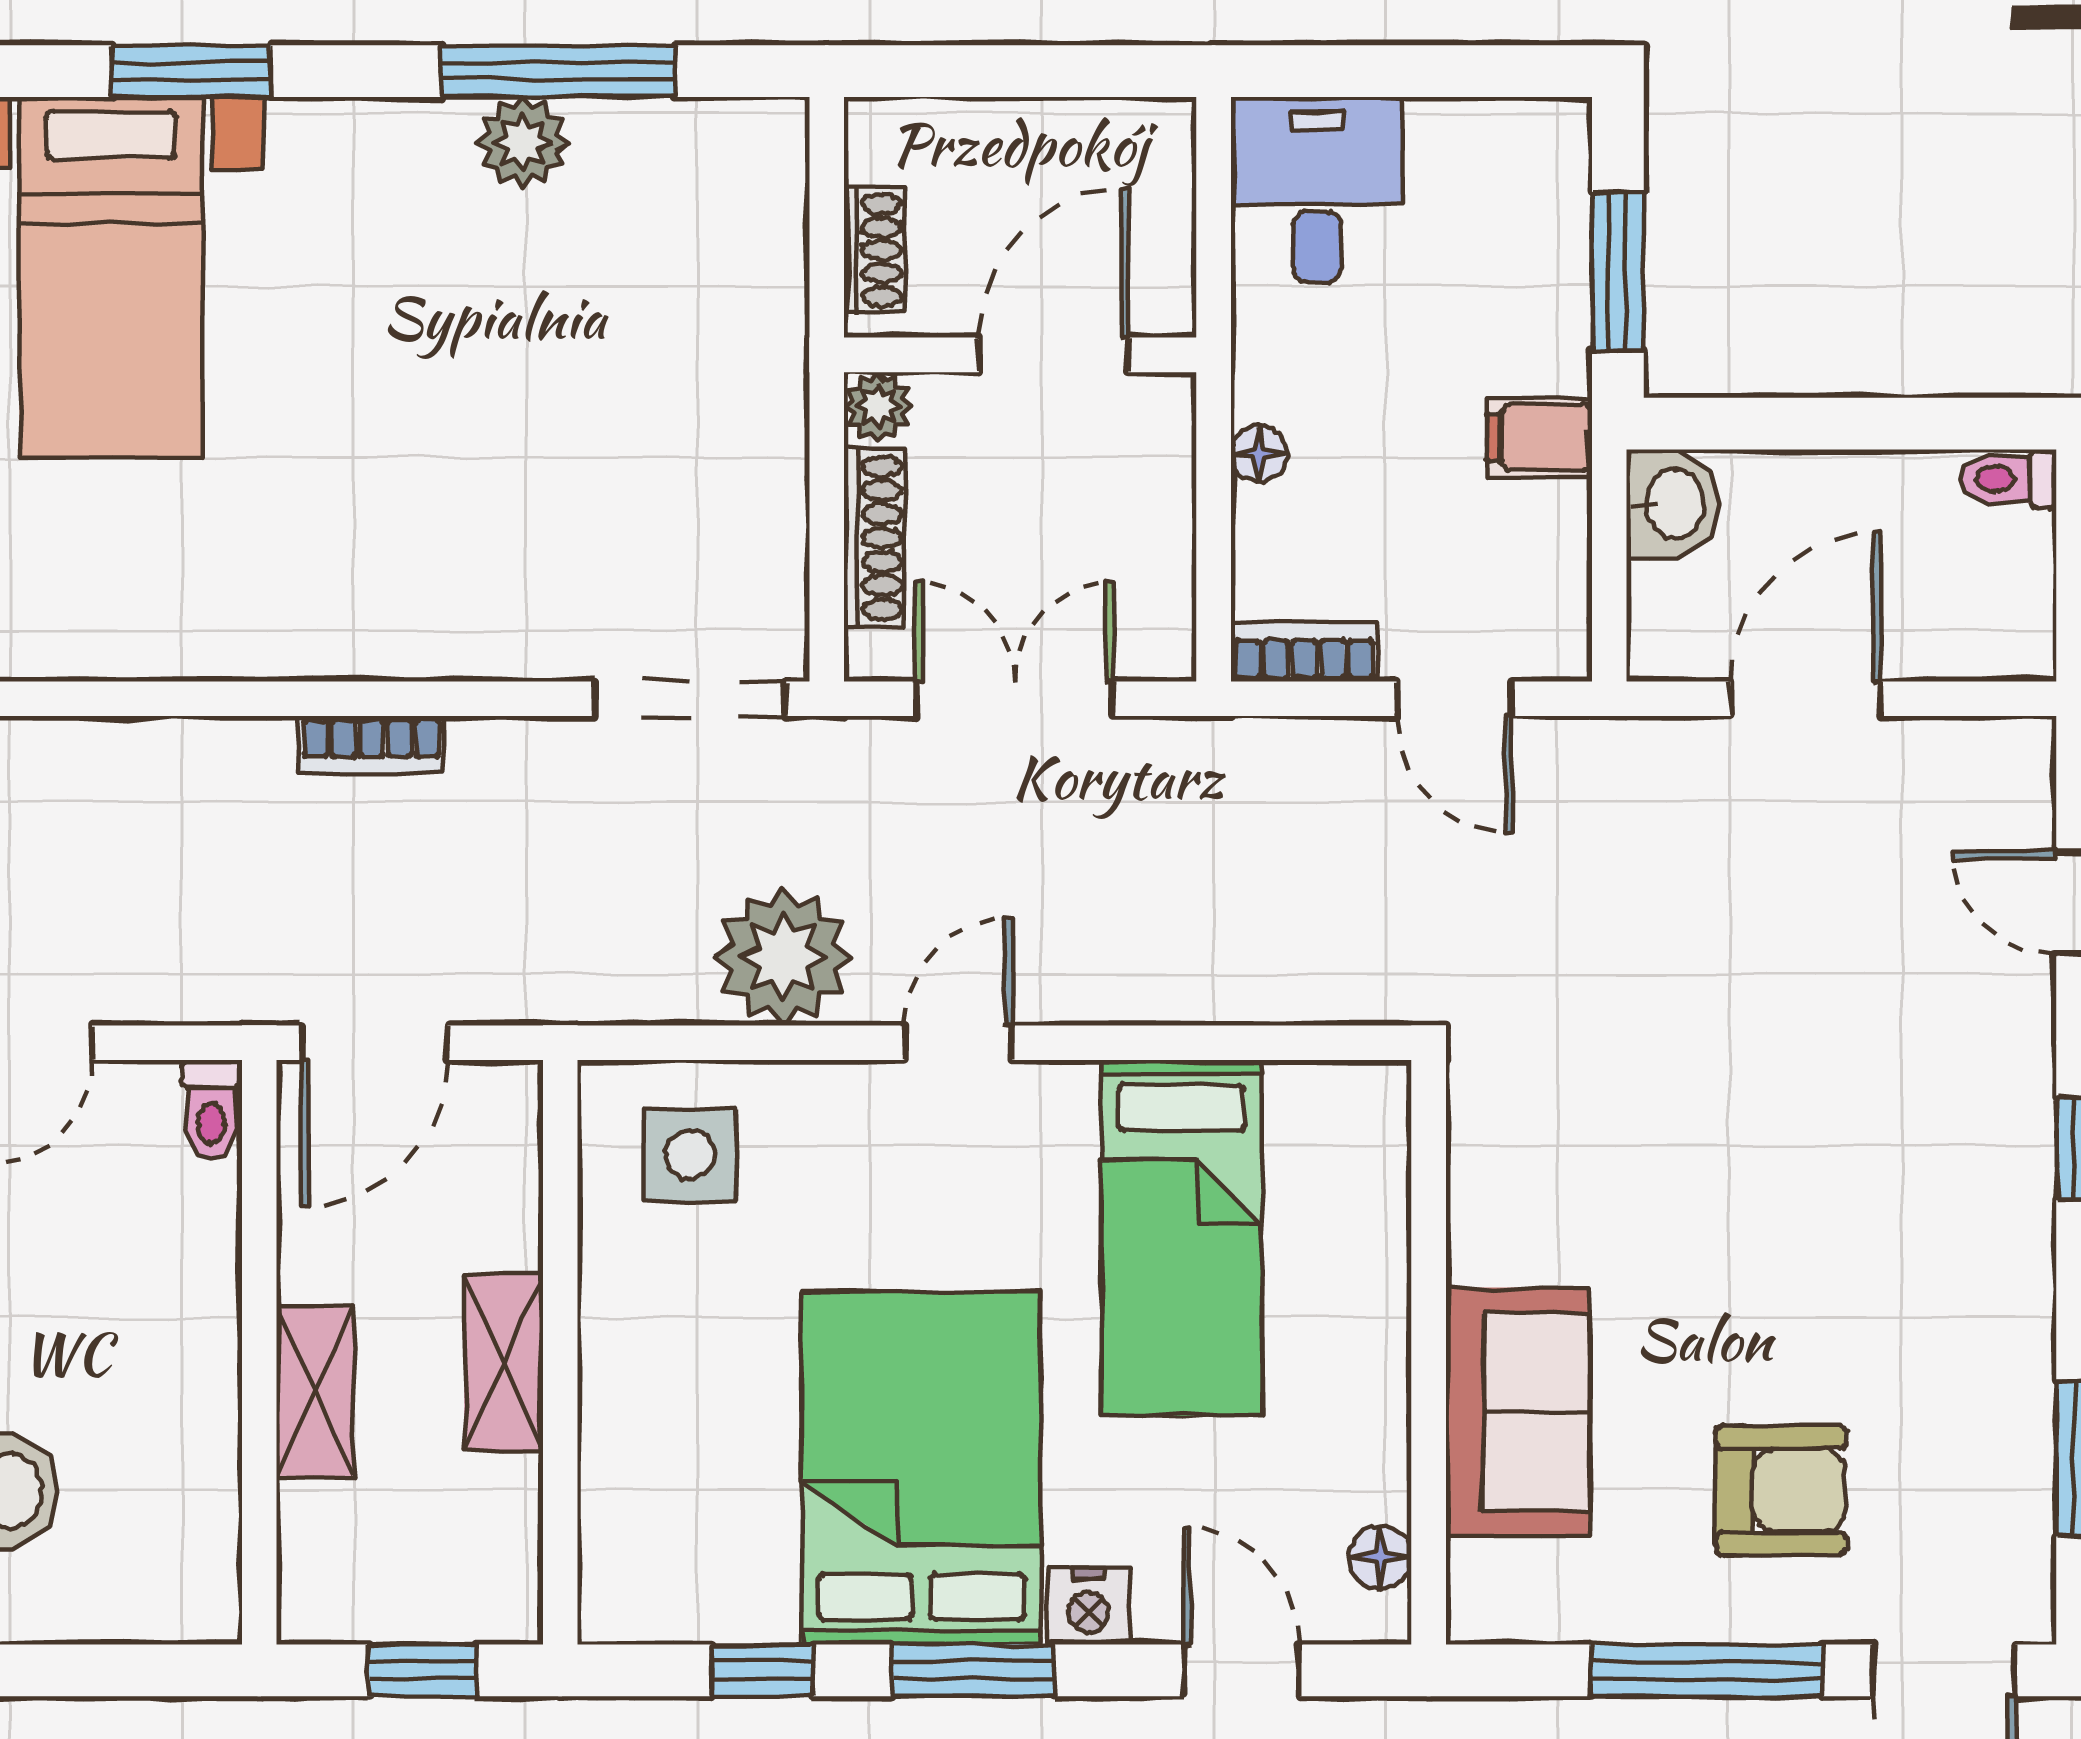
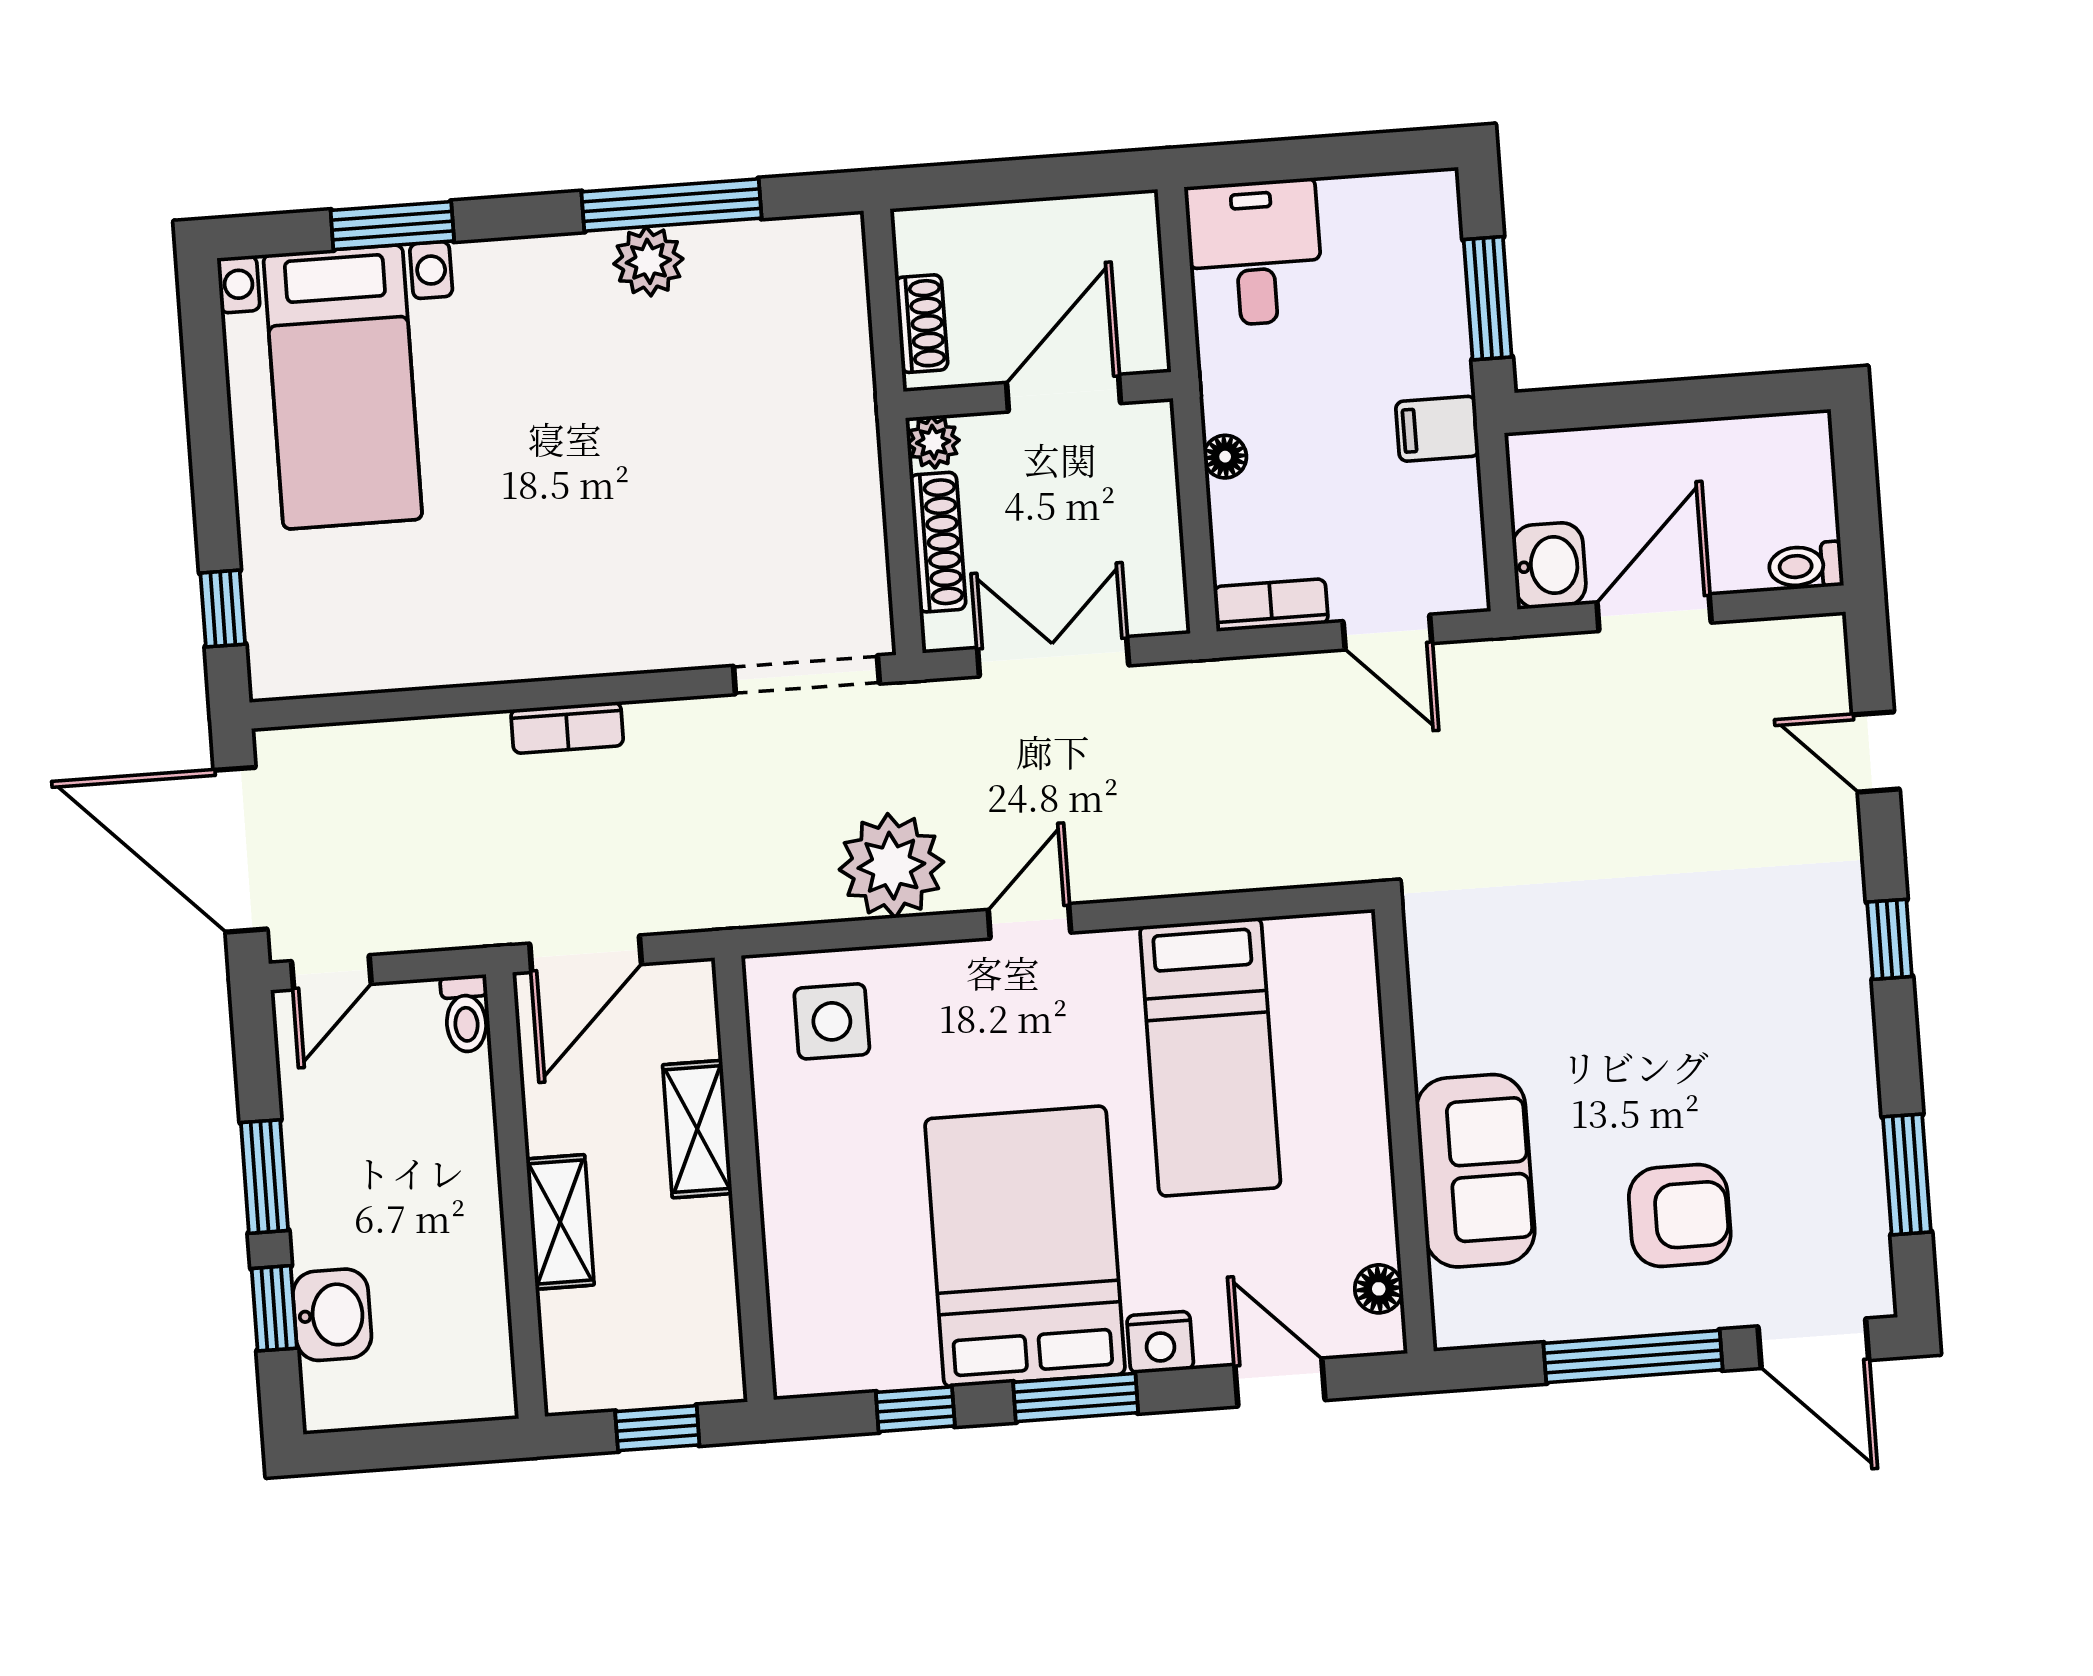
toilet: (2008, 479) -> (1806, 566), moved
washbasin: (1673, 504) -> (1549, 565), moved
shelving: (504, 1362) -> (697, 1129), moved

